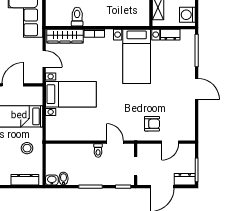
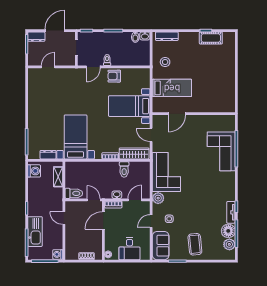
door: (197, 89) -> (27, 110), removed
armchair: (152, 124) -> (114, 76), moved
door: (115, 142) -> (93, 67), hinge flipped

